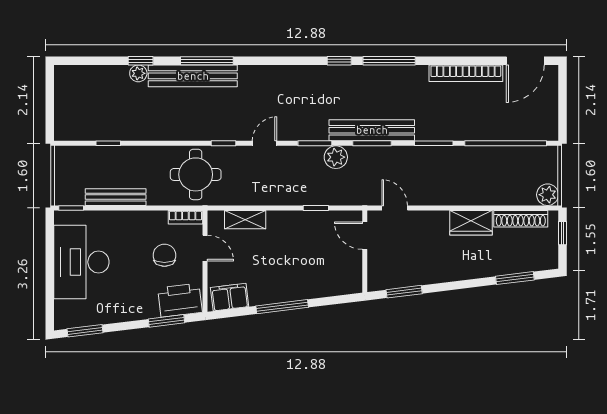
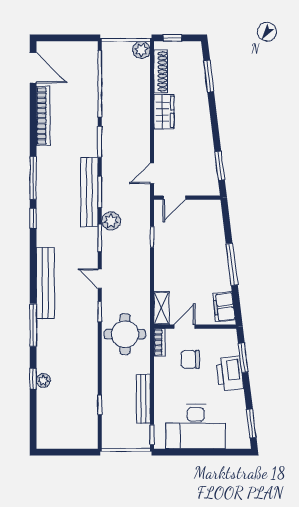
bench: (193, 76) -> (45, 283), moved
shelving: (245, 220) -> (161, 308), moved
printer: (180, 300) -> (230, 373), moved

